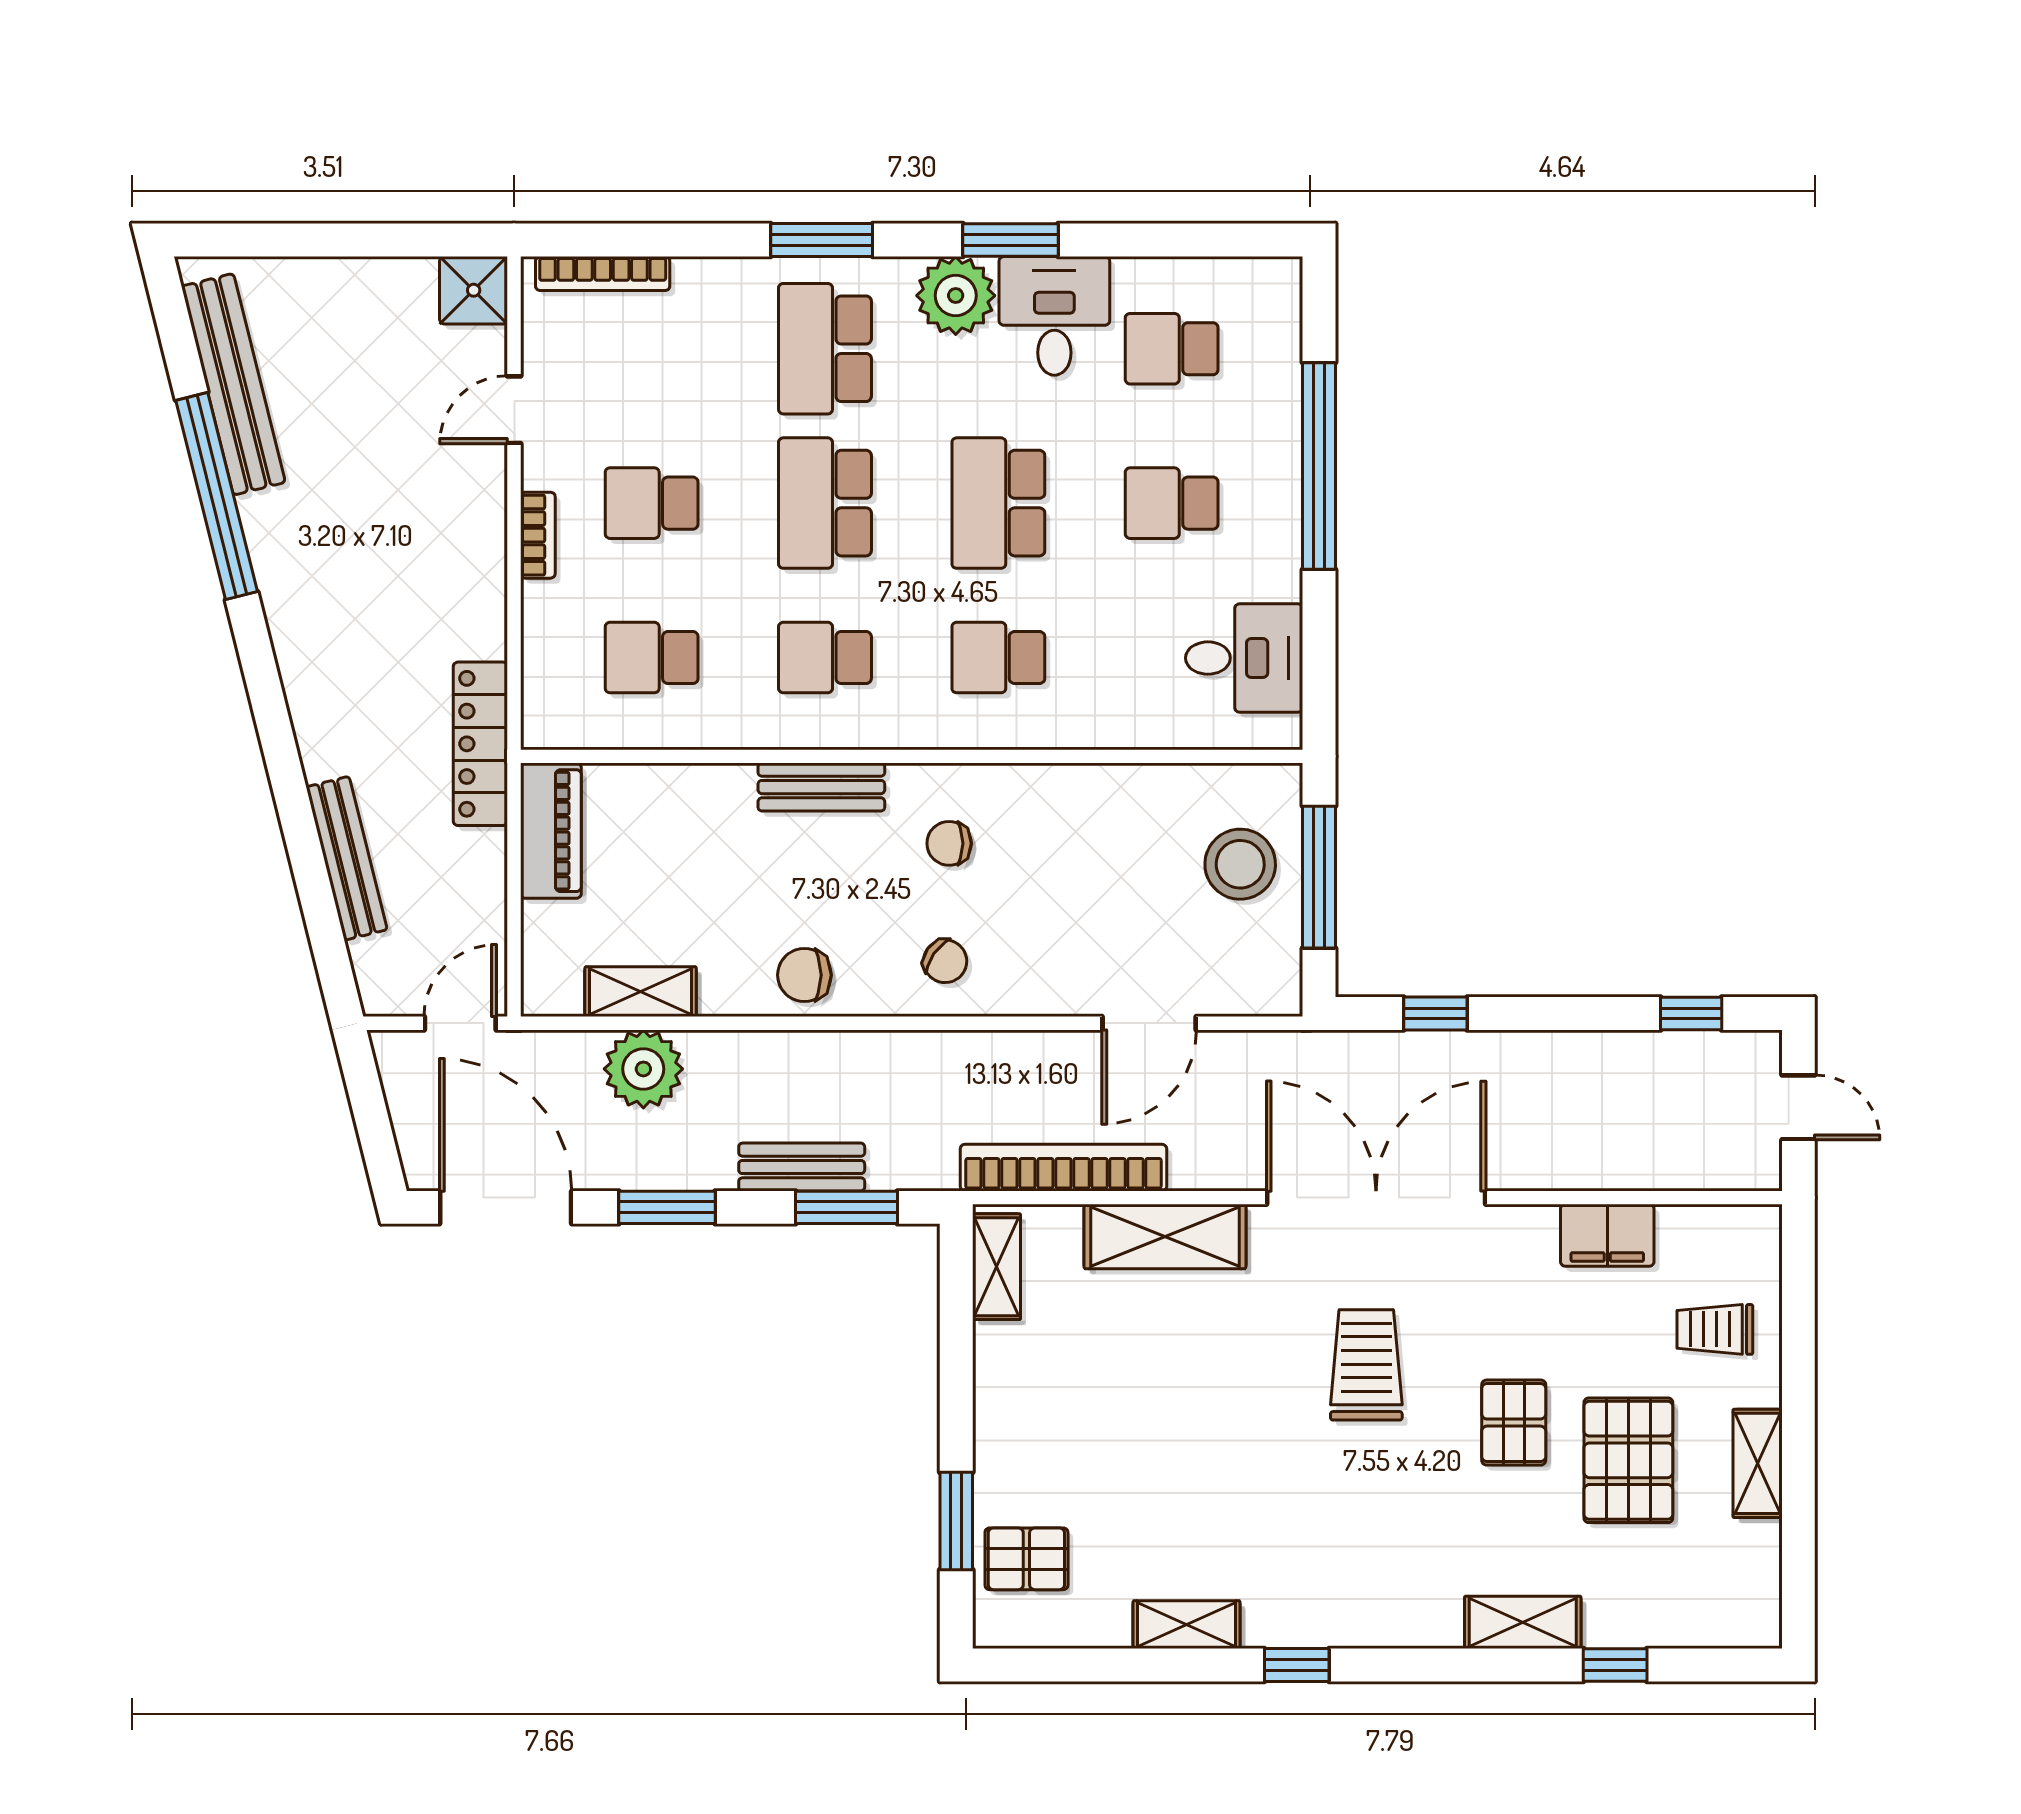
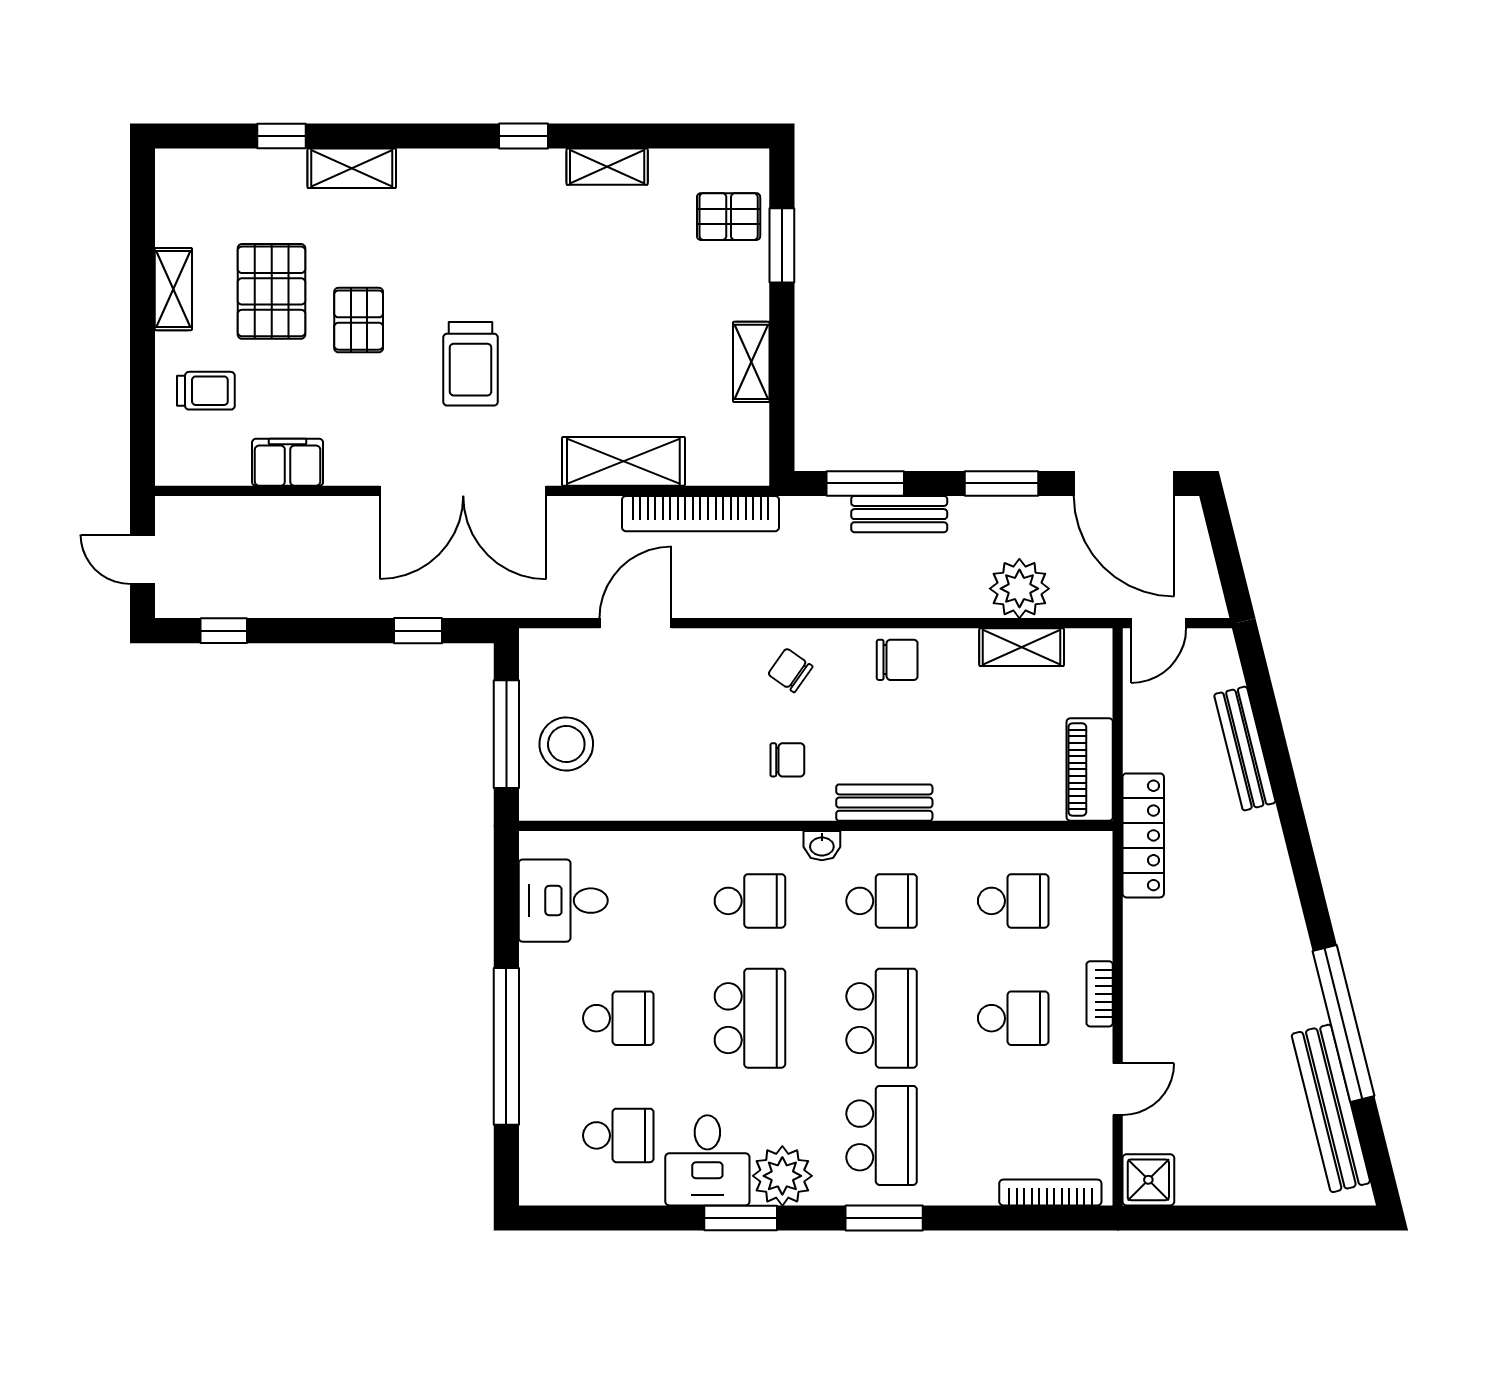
washbasin: (904, 730) -> (822, 846), added
shelving: (997, 1267) -> (751, 362), moved

